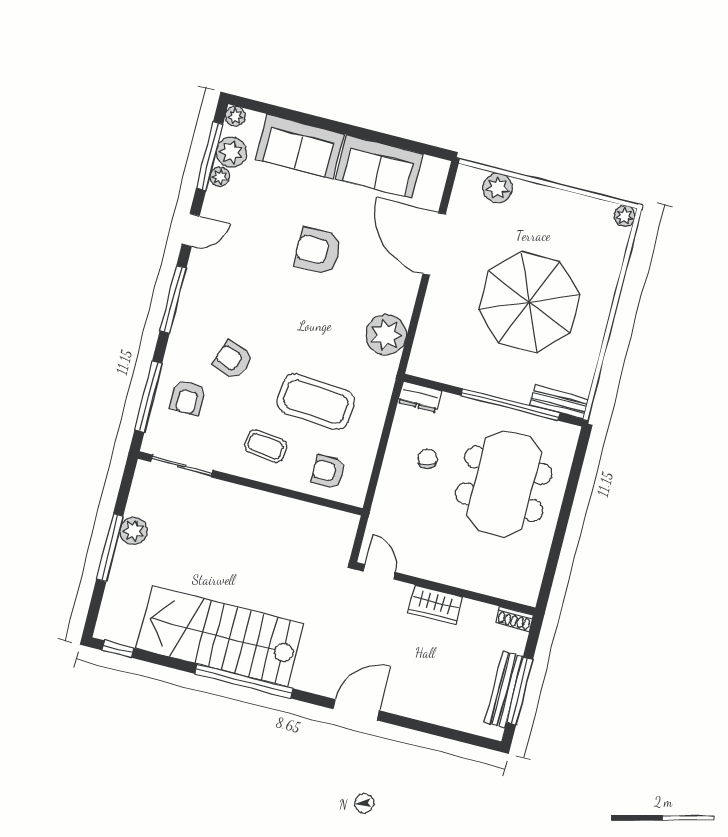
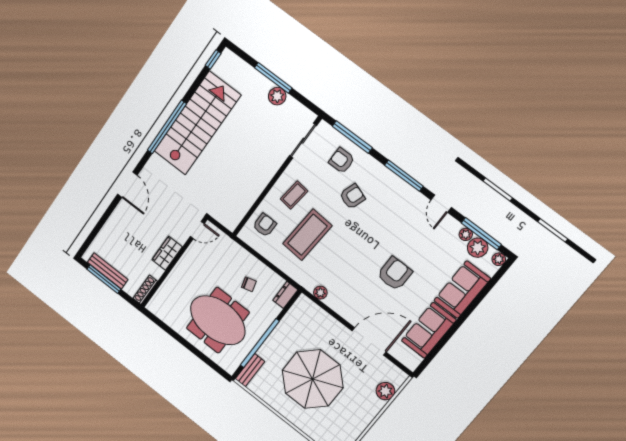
plant: (386, 335) -> (320, 293), width x0.53, depth x0.53
shoe rack: (514, 619) -> (145, 290), width x1.43

